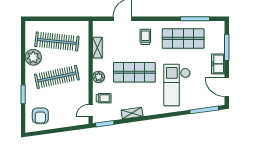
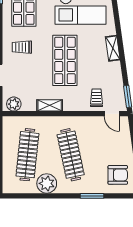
shelving: (97, 48) -> (50, 105), moved
plant: (99, 77) -> (14, 104), moved
shelving: (132, 113) -> (113, 48), moved

